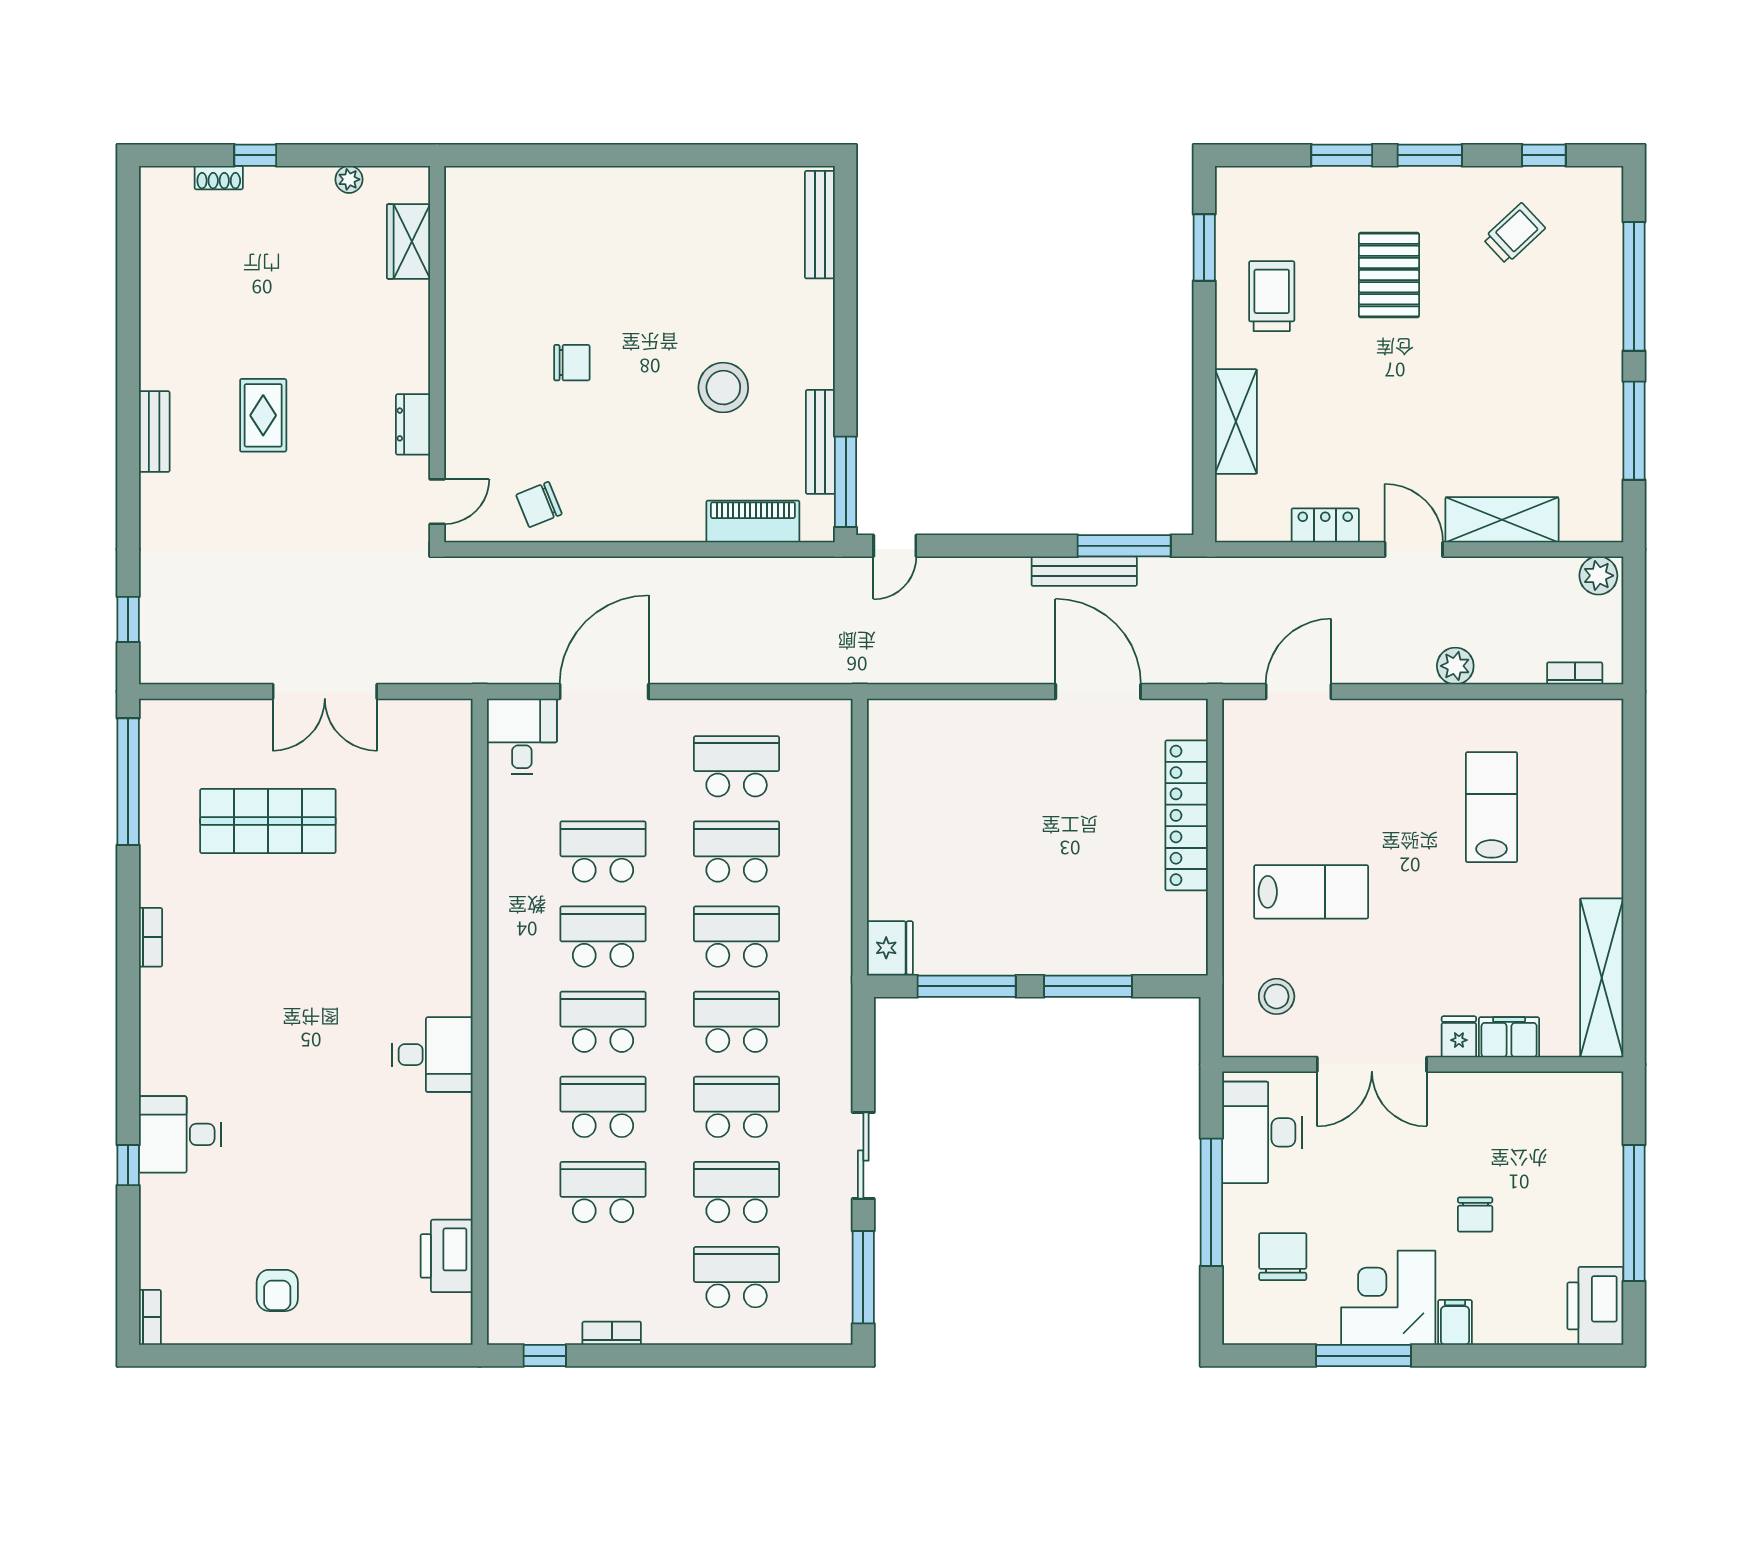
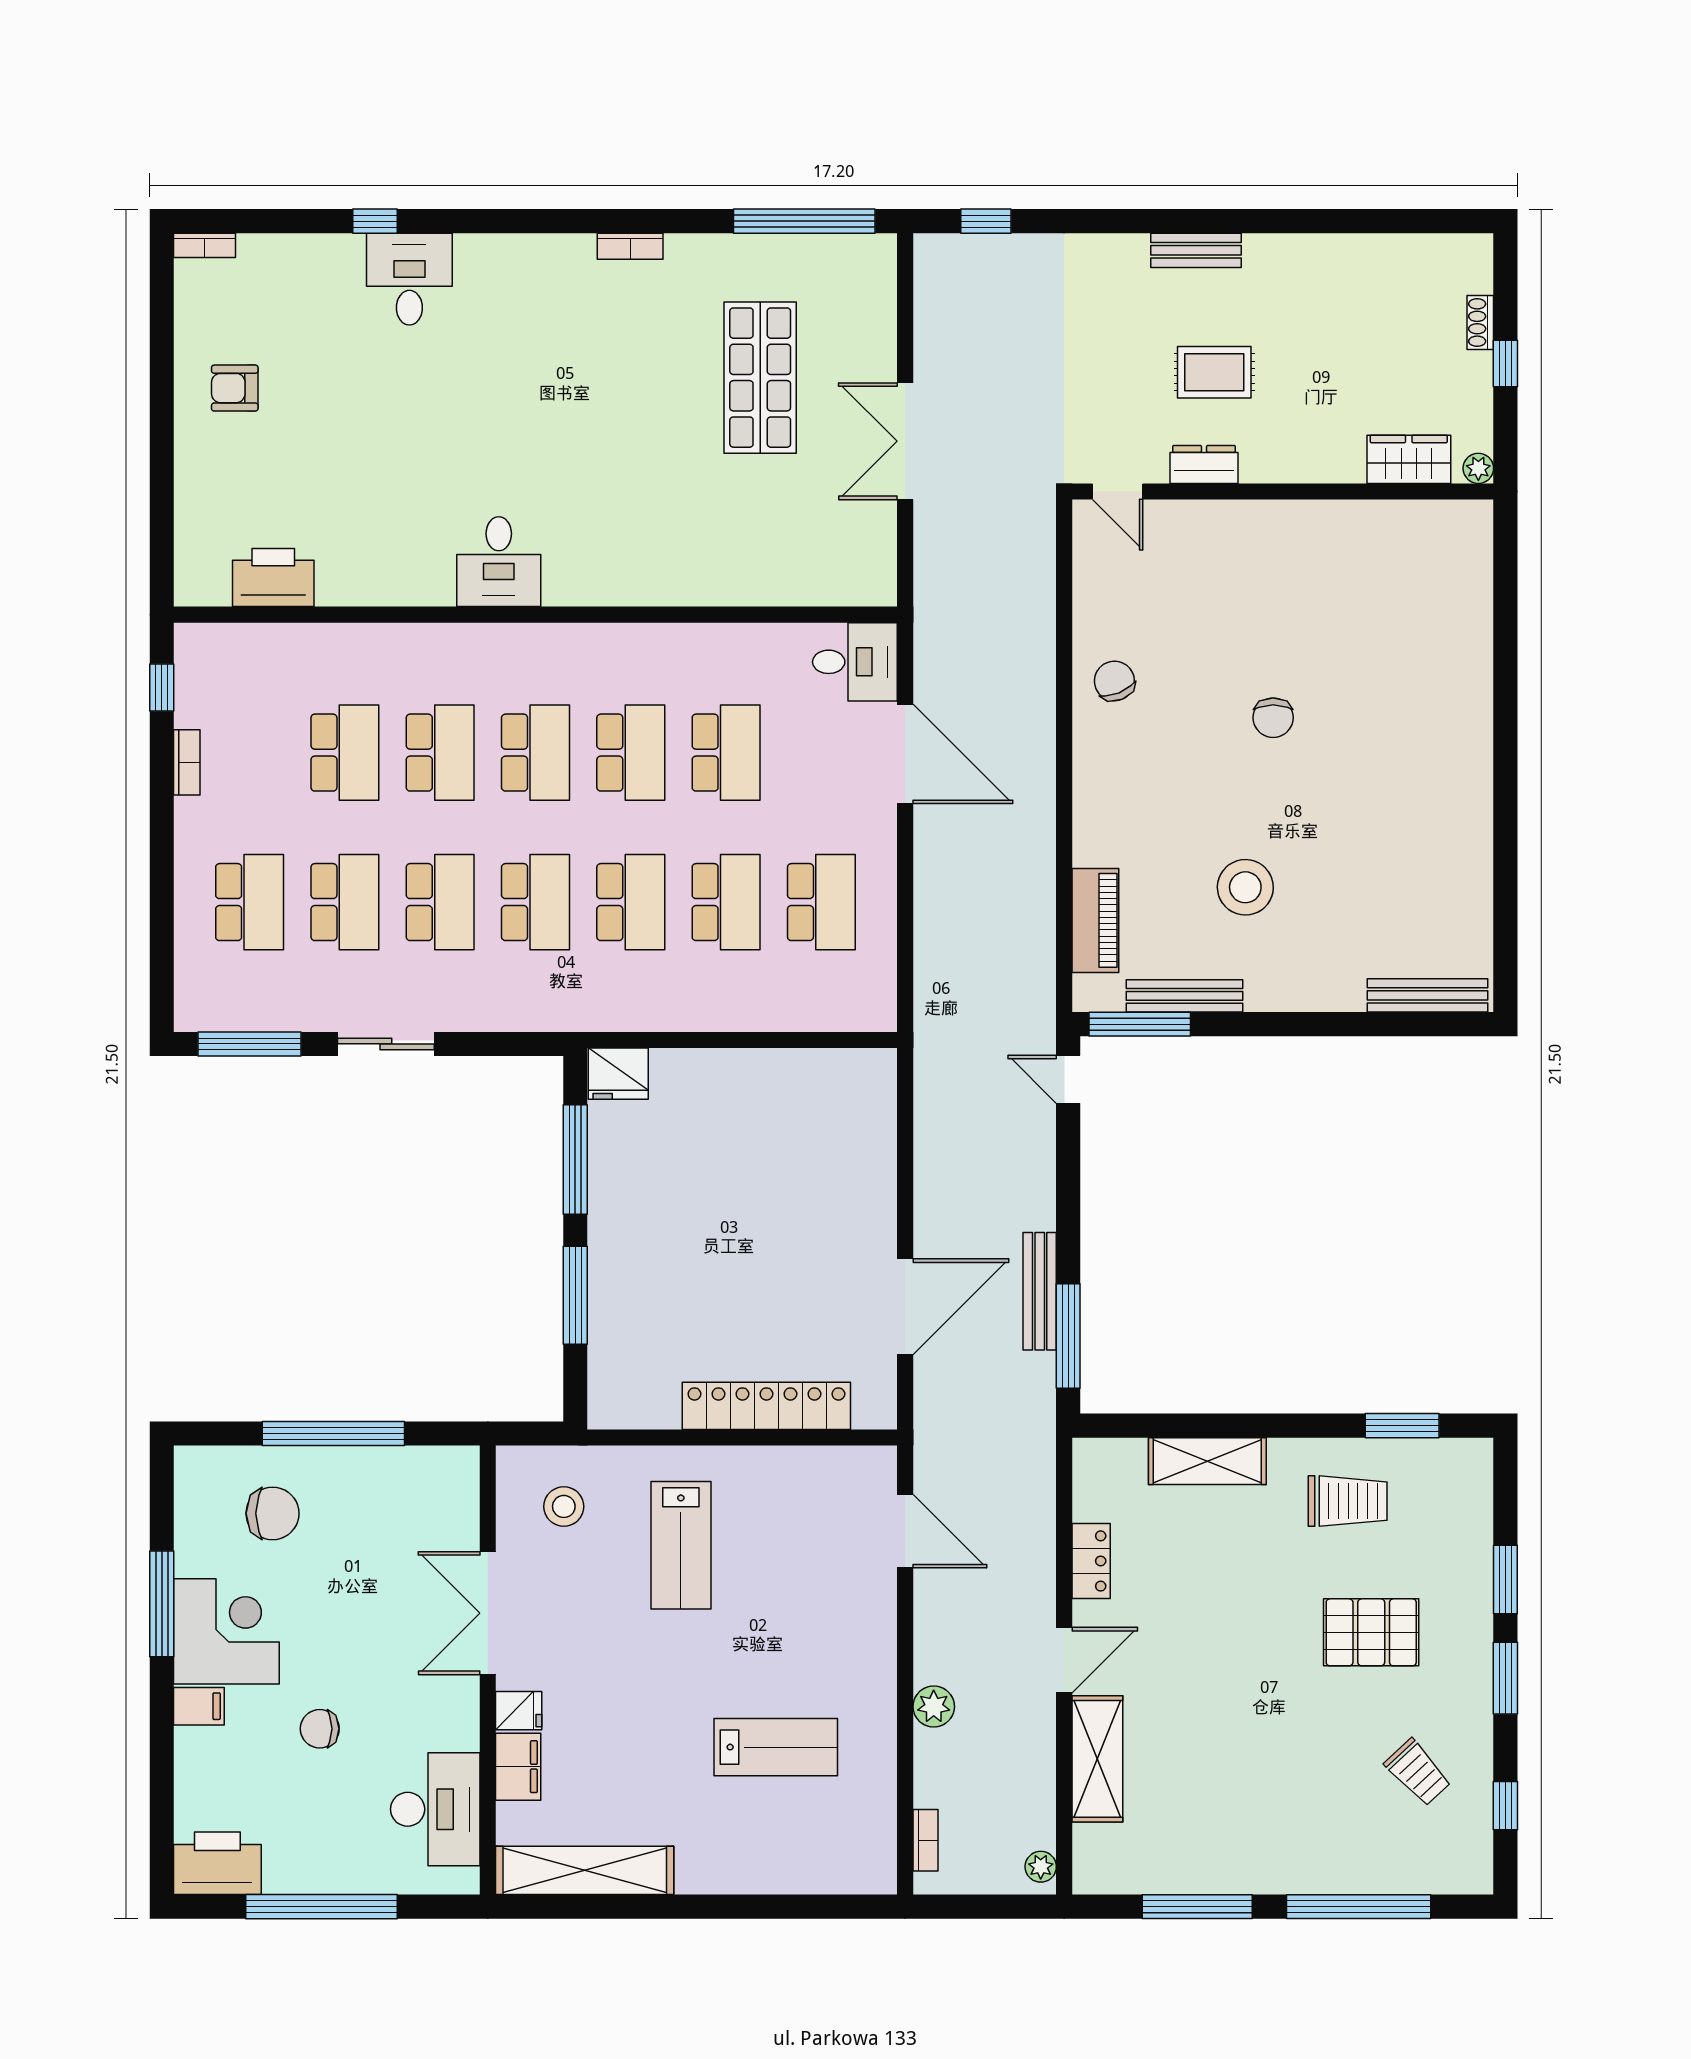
wardrobe: (408, 241) -> (1409, 459), moved
wall: (437, 354) -> (1283, 491), moved
dresser: (413, 424) -> (1204, 464), moved
door: (437, 502) -> (1118, 491), moved
plant: (1598, 576) -> (1041, 1867), width x0.73, depth x0.73
desk: (1262, 1132) -> (435, 1809), moved, turned 90

